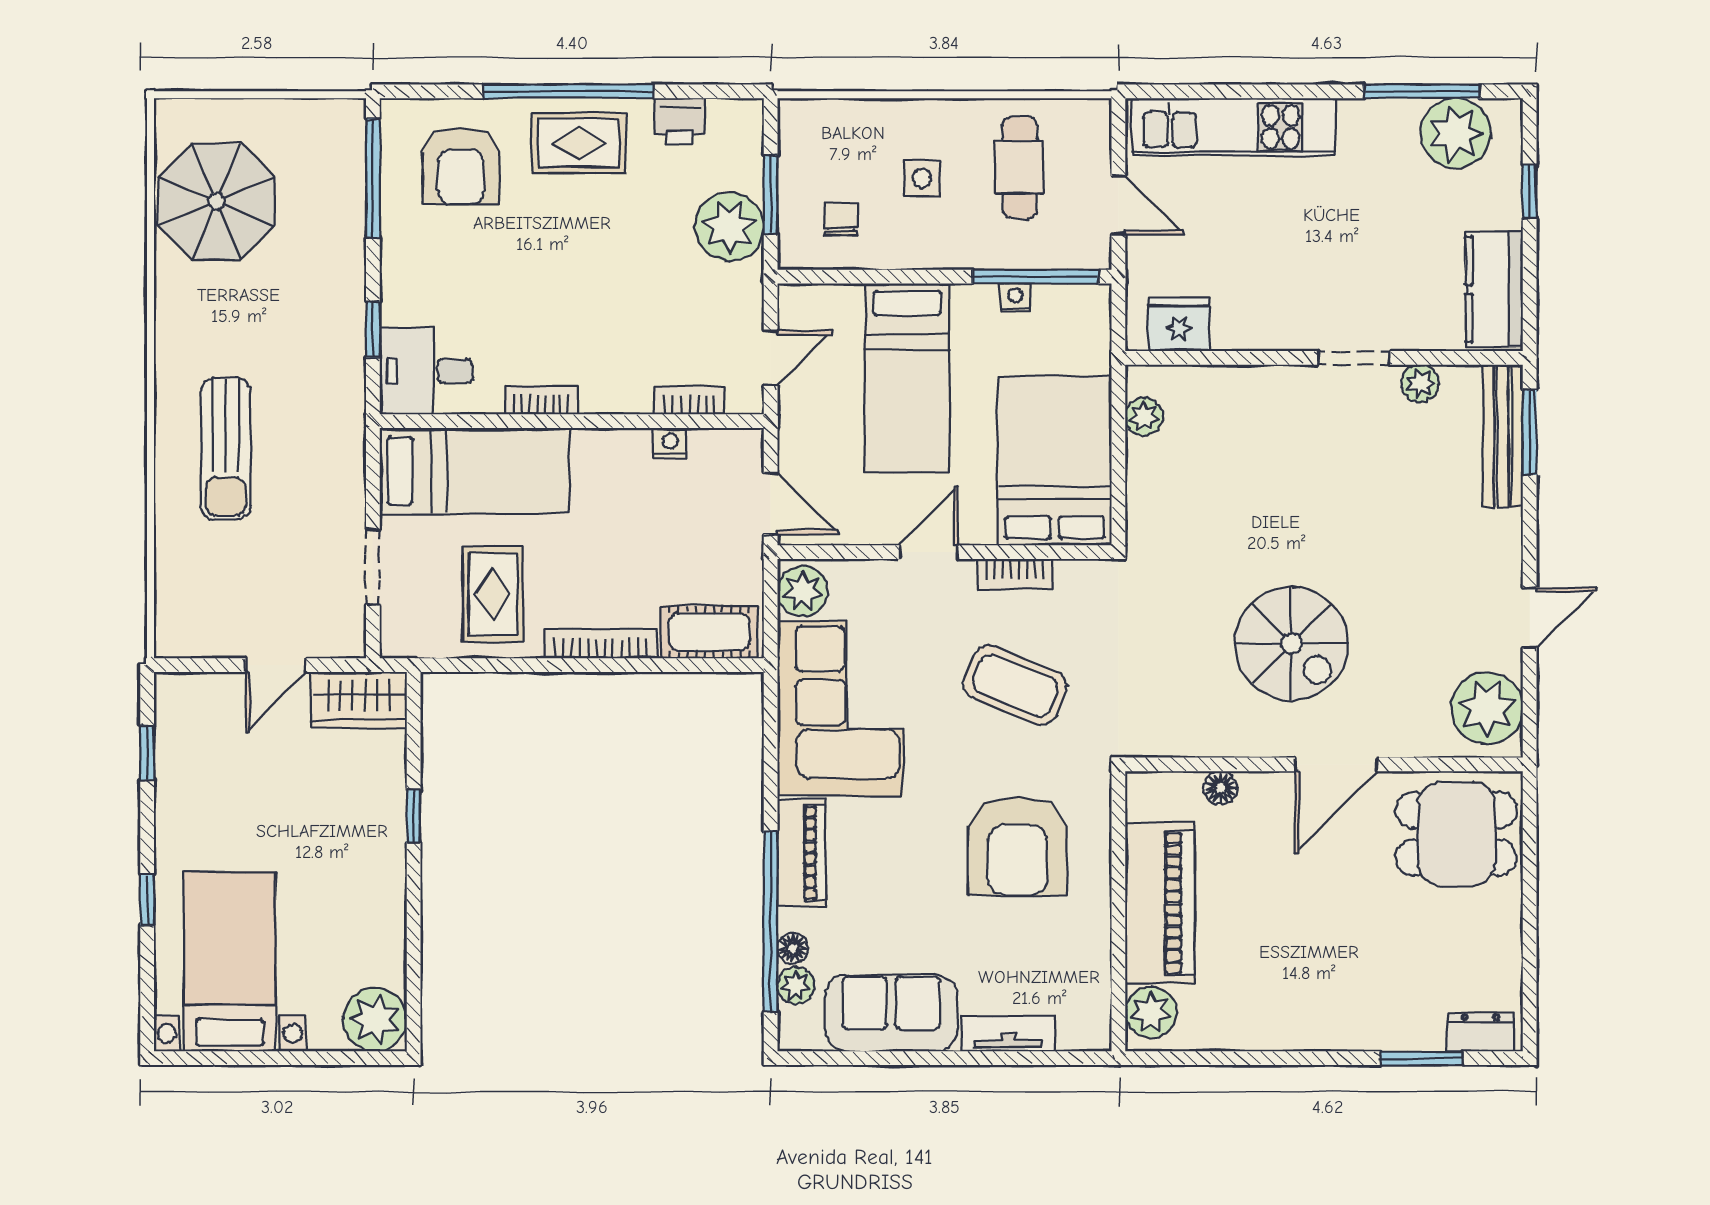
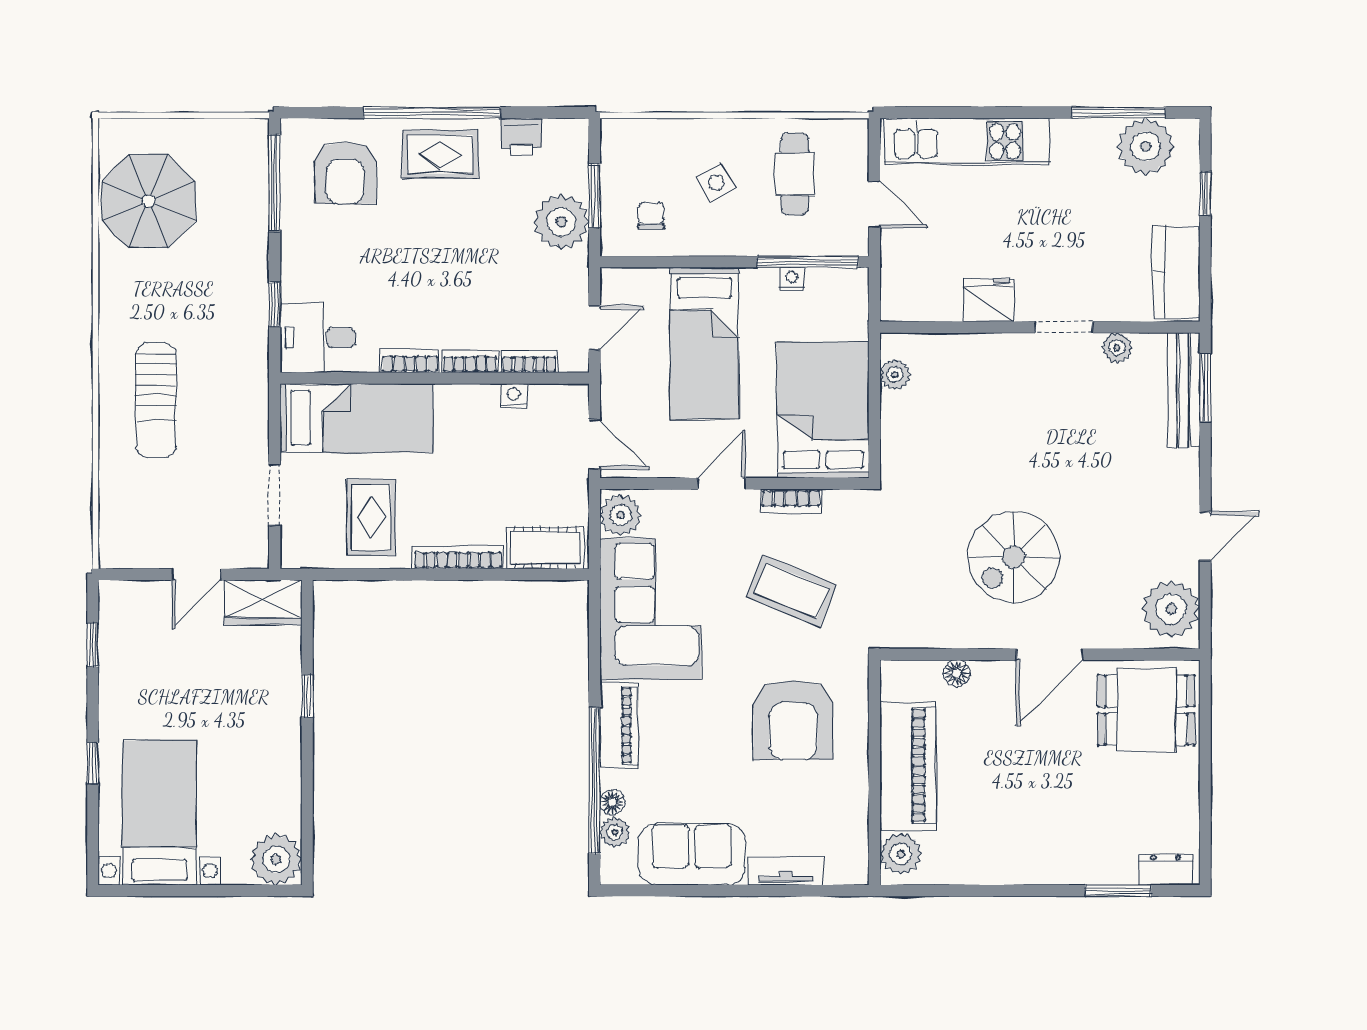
side table: (922, 178) -> (716, 183), turned -30
fridge: (1179, 324) -> (989, 300), moved
bookcase: (616, 400) -> (470, 361), added
spiral stairs: (1291, 644) -> (1014, 557), turned 90

